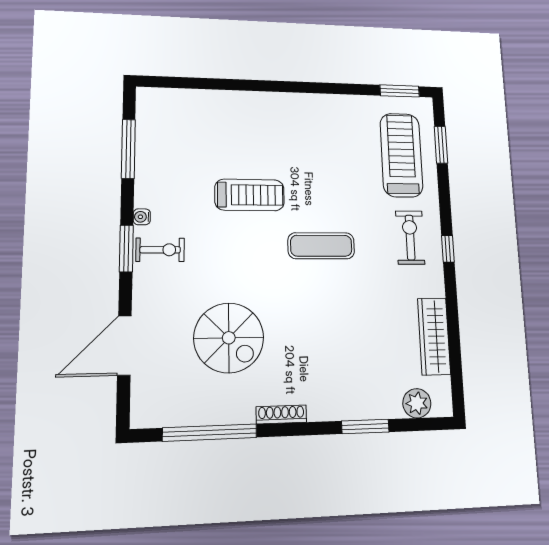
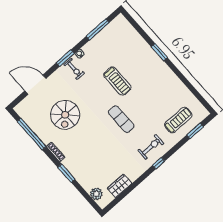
window: (400, 91) -> (159, 52), moved
treadmill: (401, 155) -> (178, 120), width x0.73, depth x0.73
wardrobe: (434, 336) -> (120, 186), width x0.67
window: (365, 427) -> (66, 173), moved

